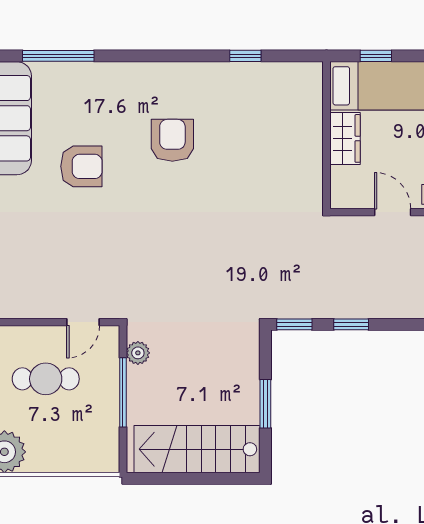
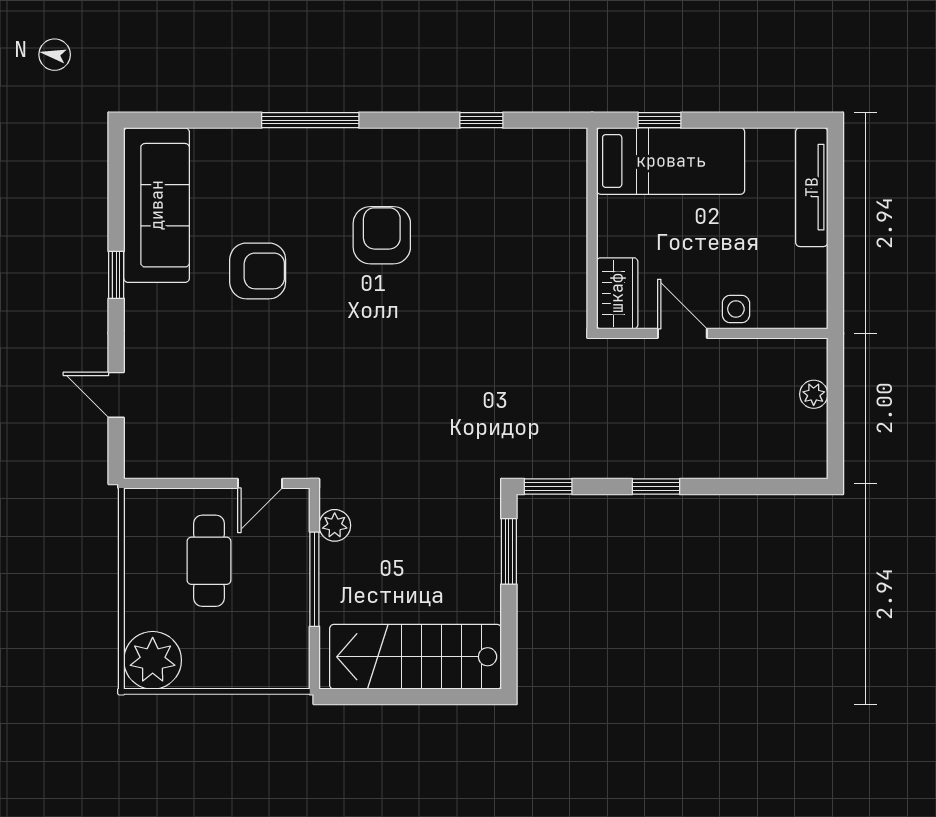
window: (58, 56) -> (310, 120), moved
wardrobe: (345, 138) -> (617, 293), moved
window: (351, 324) -> (656, 486), moved
cafe table: (46, 379) -> (209, 561), turned 90
window: (265, 404) -> (509, 551), moved

